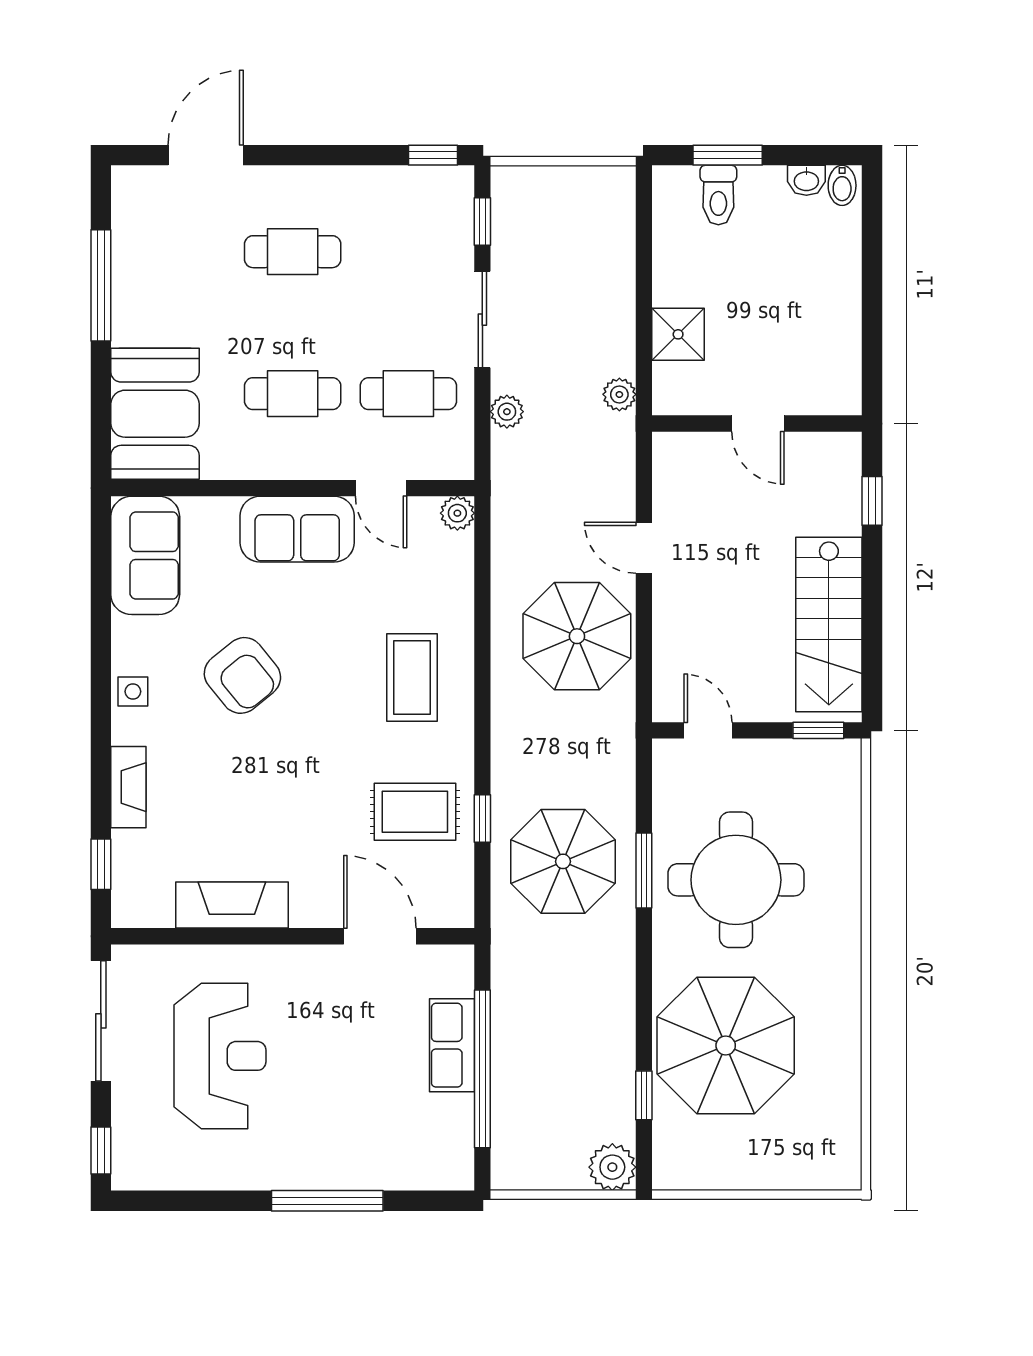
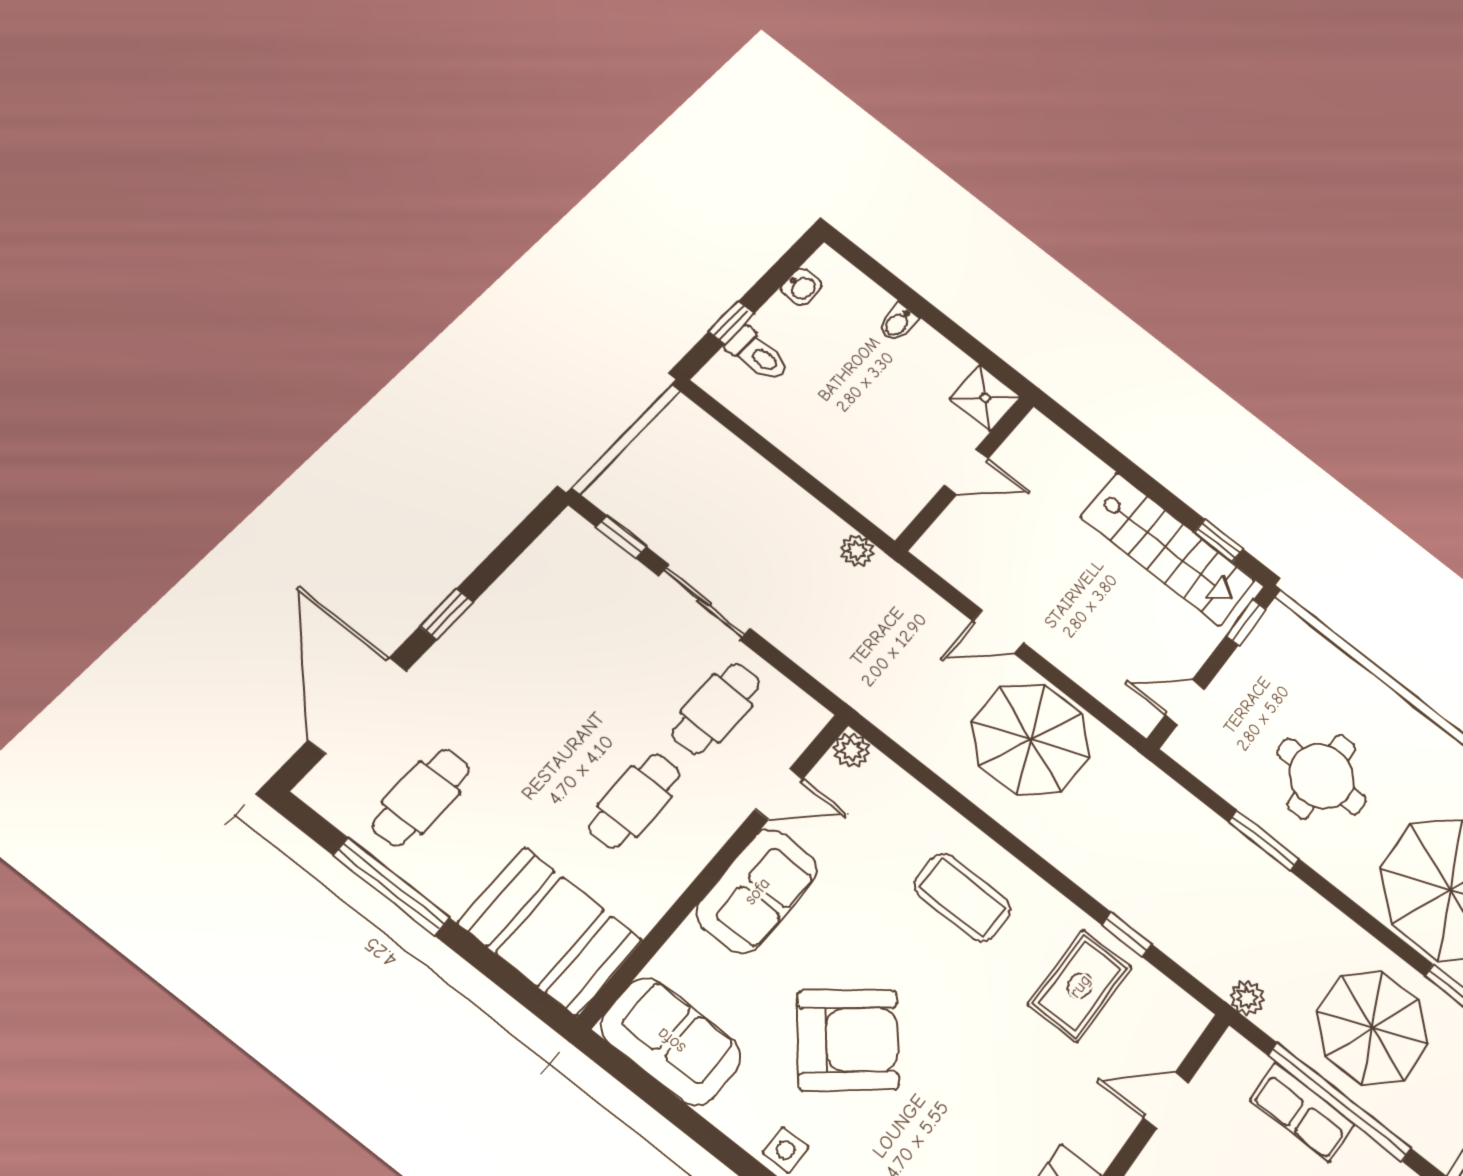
door: (206, 155) -> (358, 706), width x1.36
window: (433, 155) -> (447, 614), moved
window: (728, 155) -> (731, 323), width x0.67
bidet: (842, 185) -> (898, 323), moved, turned 90
cafe table: (293, 252) -> (421, 797), moved
shower: (678, 334) -> (985, 398), moved
plant: (507, 412) -> (1247, 998), moved
window: (872, 501) -> (1219, 541), moved
armchair: (242, 675) -> (848, 1040), width x1.36, depth x1.36
parasol: (563, 861) -> (1372, 1028), moved
round table: (736, 880) -> (1322, 776), width x0.73, depth x0.73
door: (380, 936) -> (1166, 1100), width x0.73

